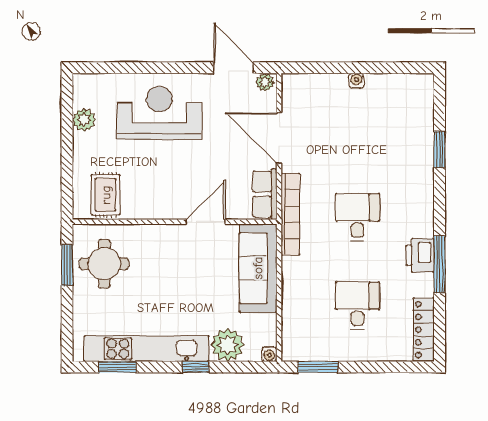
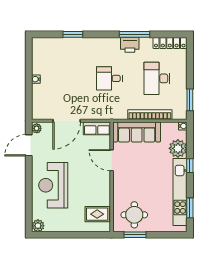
plant: (84, 120) -> (38, 226), moved
bookcase: (290, 214) -> (150, 115), moved
desk: (358, 306) -> (157, 78), width x1.37

